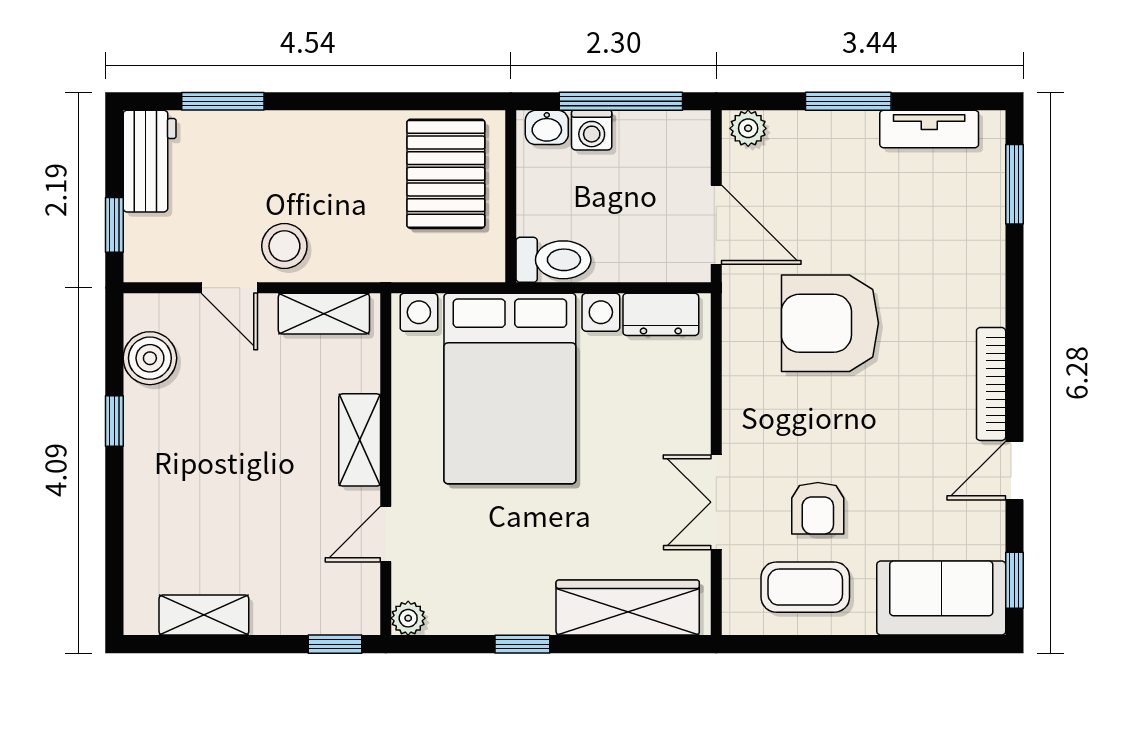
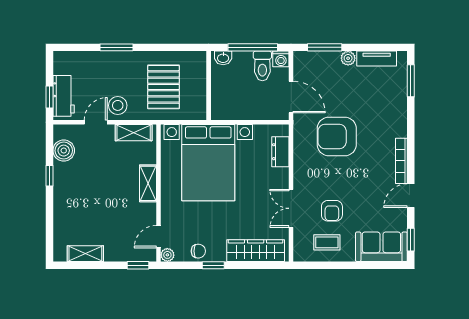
window: (223, 101) -> (117, 47), moved
window: (848, 101) -> (325, 47), moved
plant: (748, 128) -> (348, 58), moved
washing machine: (592, 130) -> (281, 59), moved
workbench: (150, 161) -> (64, 96), moved
pallet: (446, 174) -> (164, 87), moved
toilet: (553, 260) -> (262, 66), moved, turned 90
door: (229, 288) -> (96, 122), swing flipped
dresser: (661, 314) -> (280, 152), moved, turned 90
door: (386, 534) -> (158, 237), moved
coffee table: (805, 587) -> (327, 242), width x0.73, depth x0.77
chair: (485, 609) -> (198, 251), added

